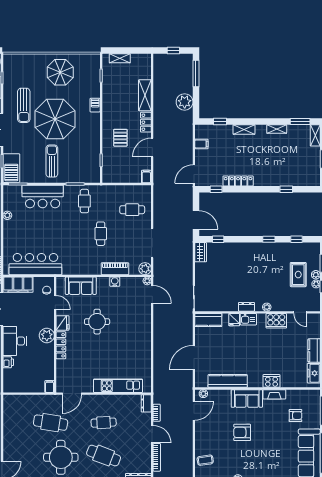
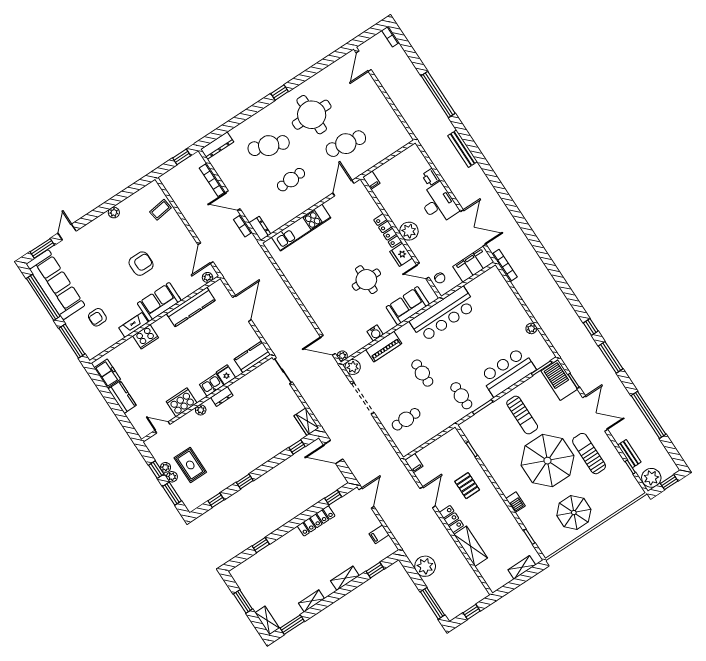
bar counter: (35, 264) -> (443, 314), moved

